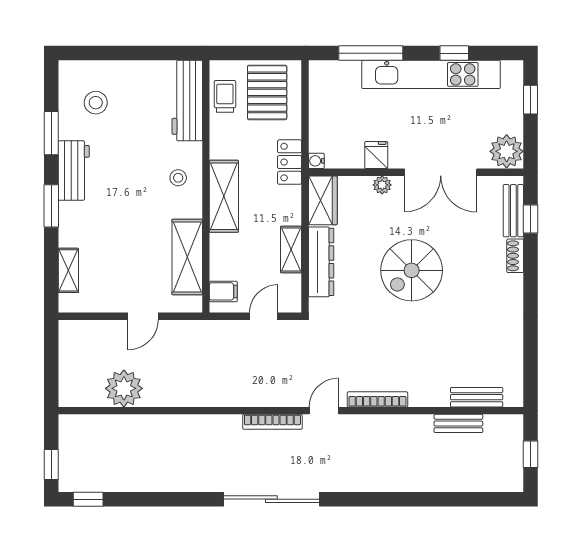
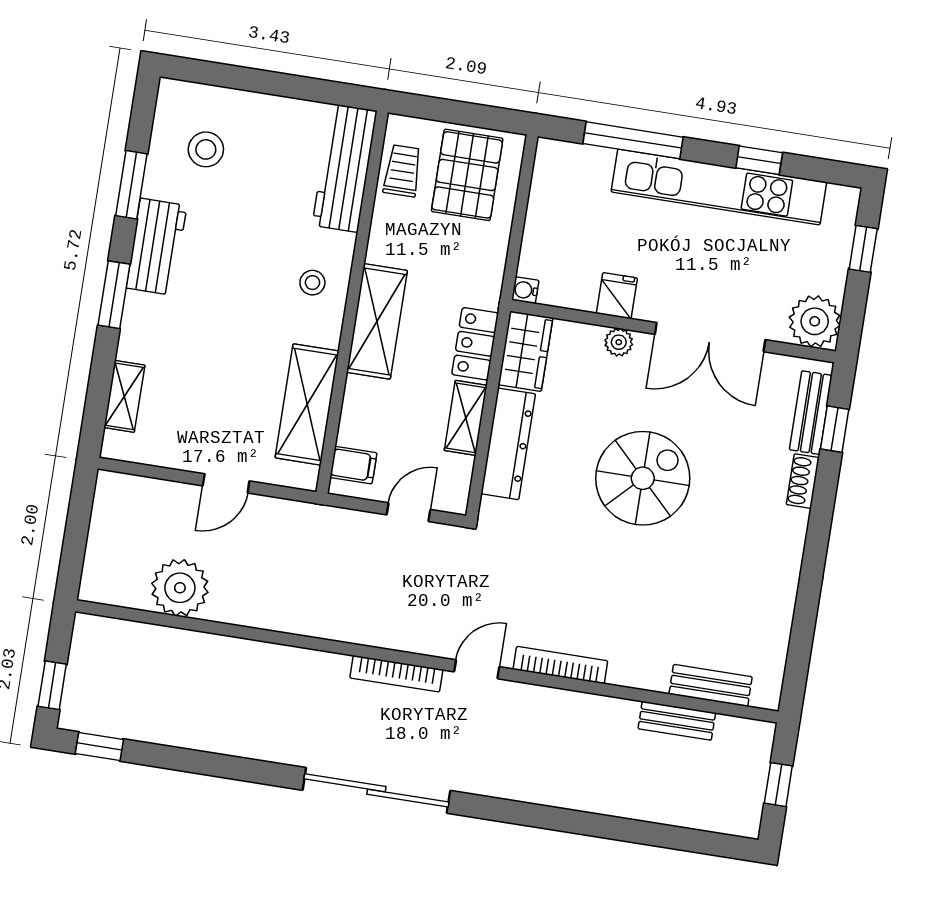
locker: (290, 162) -> (475, 344), moved
spiral stairs: (412, 270) -> (643, 478), turned 180

